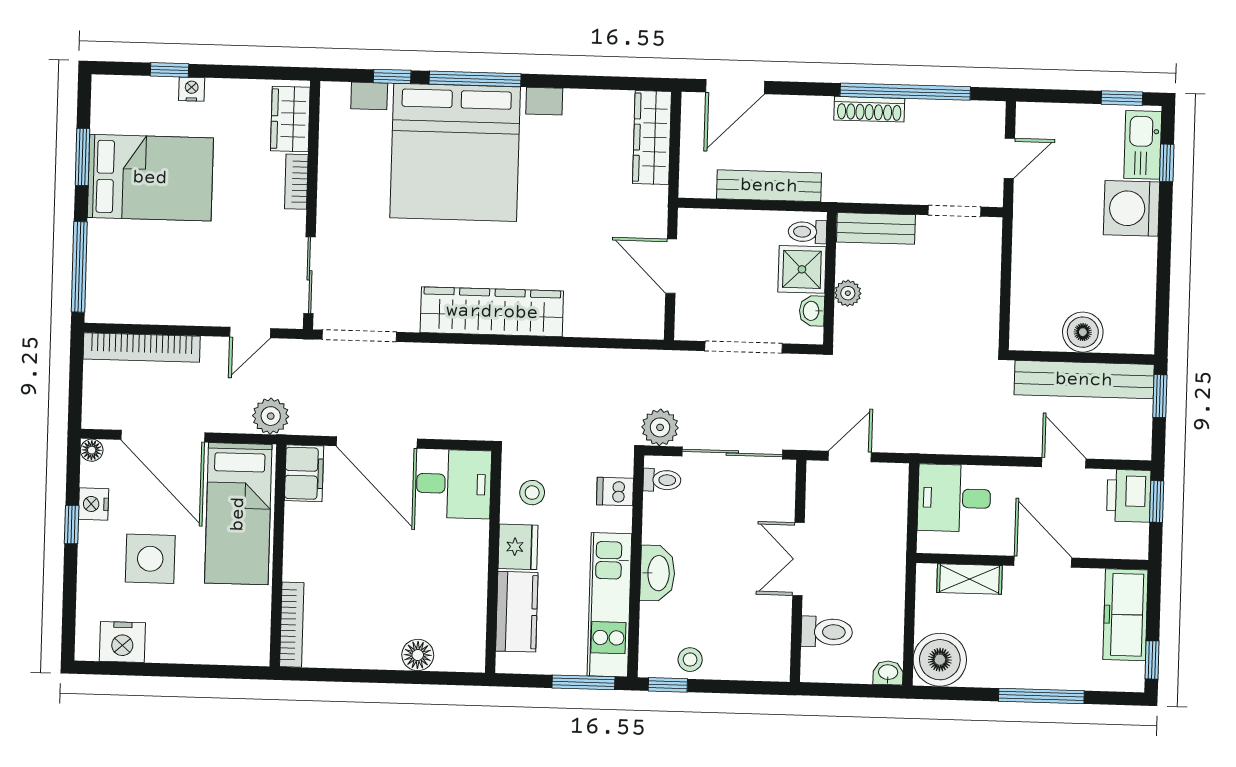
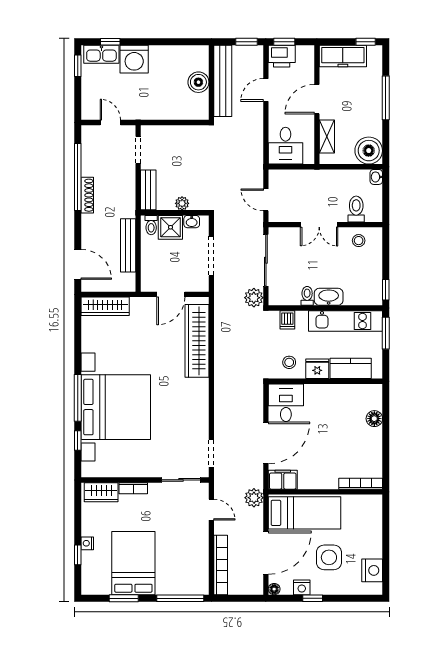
wardrobe: (492, 312) -> (197, 341), moved
doorway: (359, 336) -> (211, 453), width x0.73
window: (1160, 396) -> (246, 42), moved
toilet: (662, 480) -> (307, 296), moved
stool: (690, 660) -> (359, 241), moved

